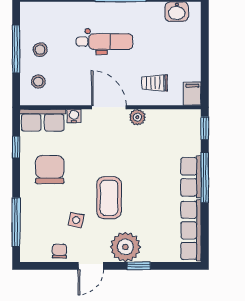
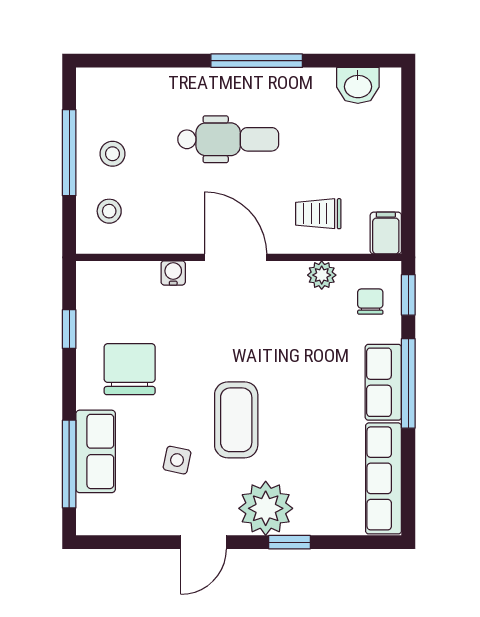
plant: (137, 117) -> (322, 275), moved
row of seats: (43, 120) -> (96, 451), moved, turned -90
chair: (59, 251) -> (370, 302), moved

